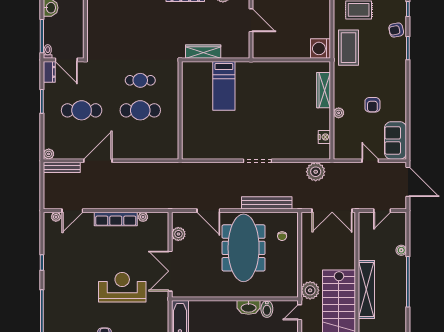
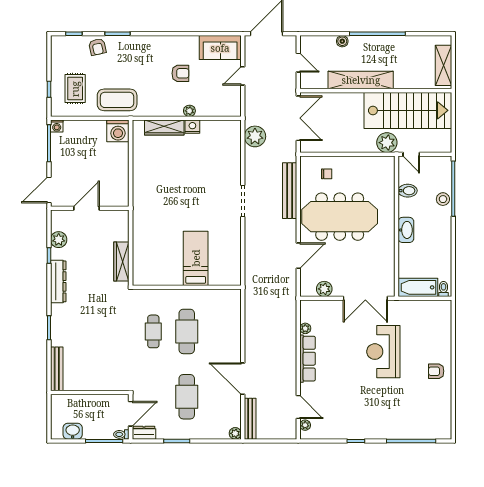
bed: (224, 86) -> (196, 258), moved, turned -90
nightstand: (324, 137) -> (192, 127), moved
shelving: (366, 289) -> (361, 80), moved
washbasin: (249, 307) -> (406, 230), moved

